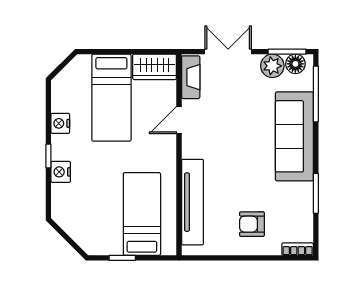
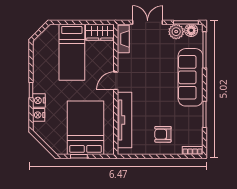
door: (179, 120) -> (116, 81), moved
nightstand: (60, 123) -> (39, 115), moved
bed: (142, 214) -> (86, 128), width x1.50

